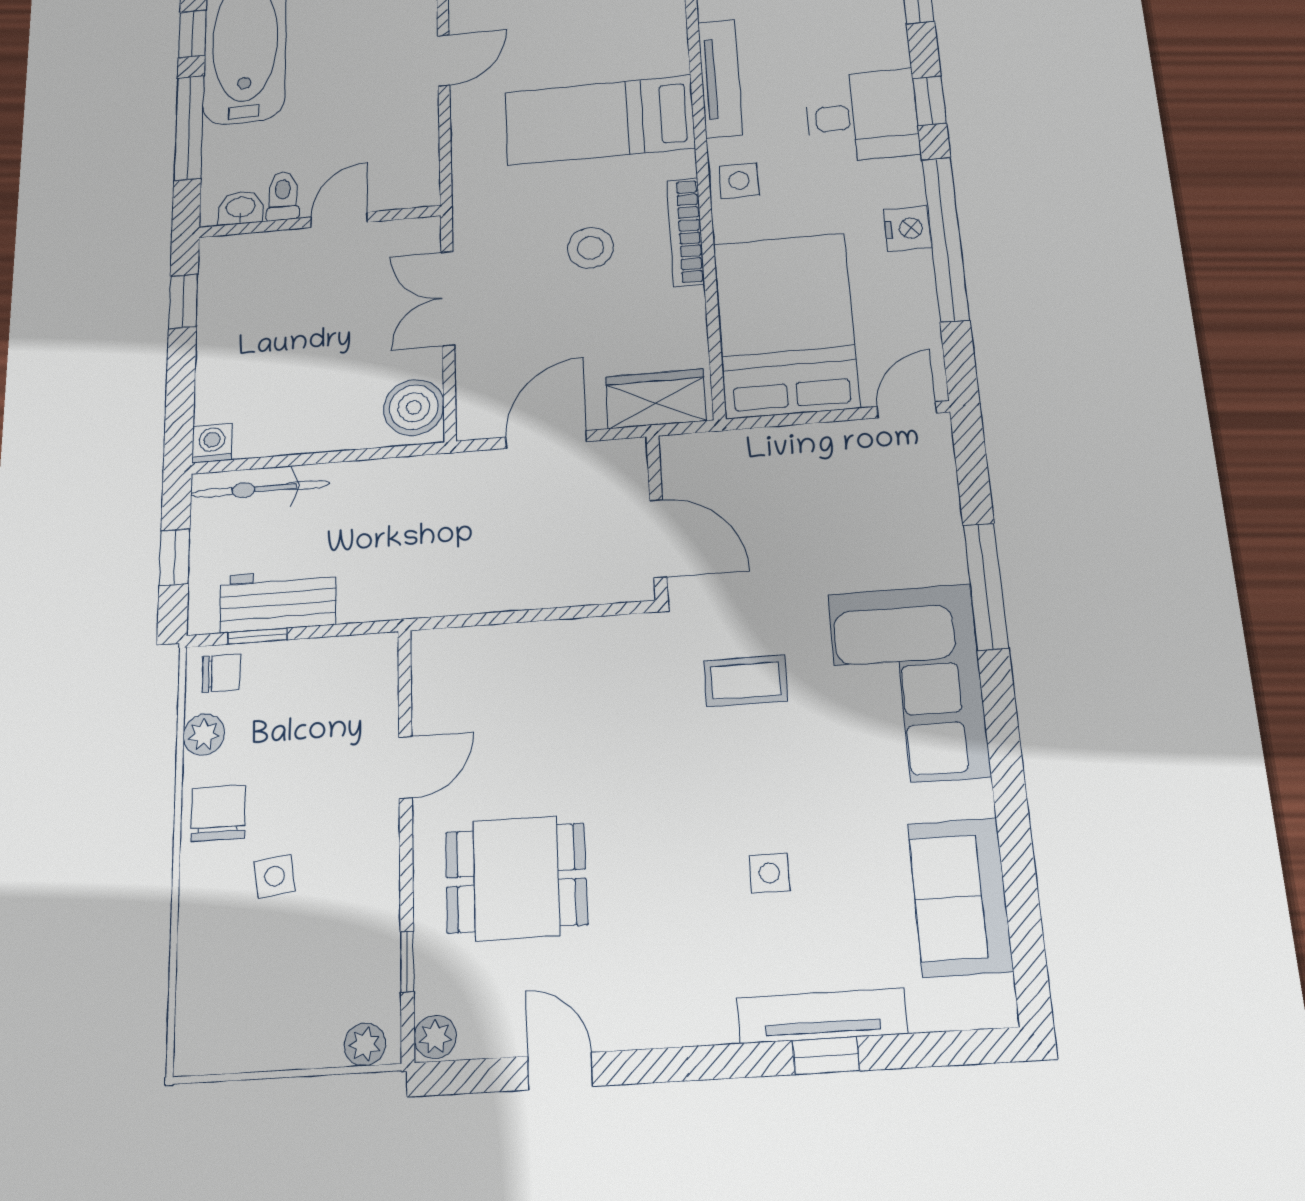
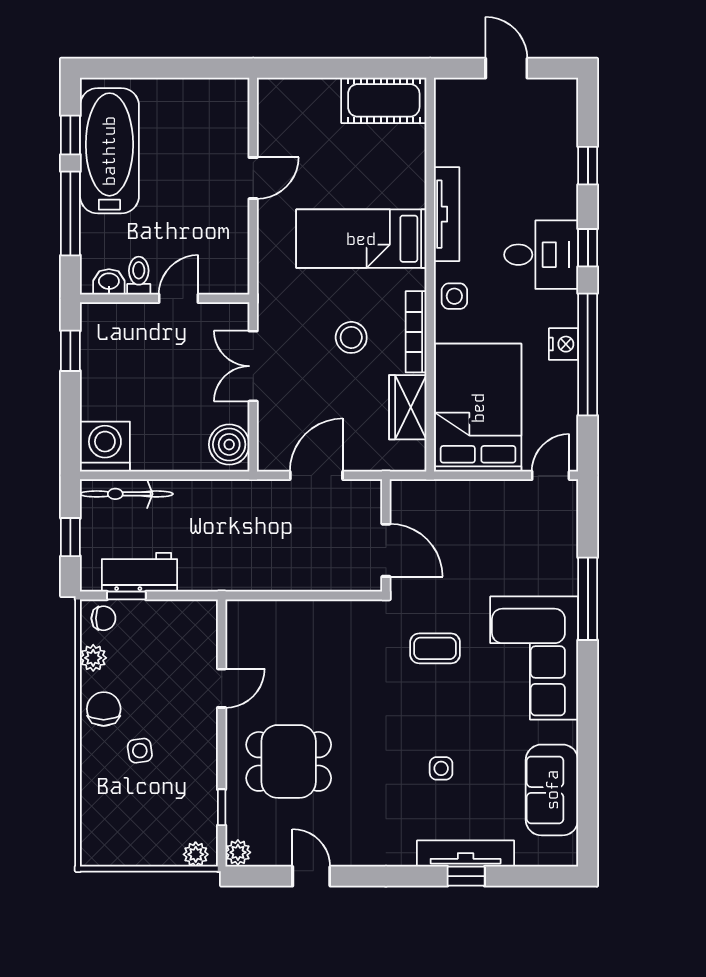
wardrobe: (656, 399) -> (408, 407), moved, turned -90
washing machine: (212, 443) -> (105, 447), width x1.89, depth x1.89

